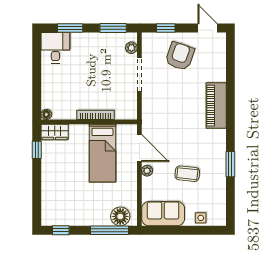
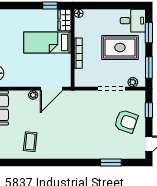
rug: (89, 64) -> (120, 47), added
piano: (216, 106) -> (86, 151), removed
bed: (102, 153) -> (47, 43), moved
window: (230, 164) -> (111, 163), moved
coffee table: (187, 174) -> (30, 142), moved

